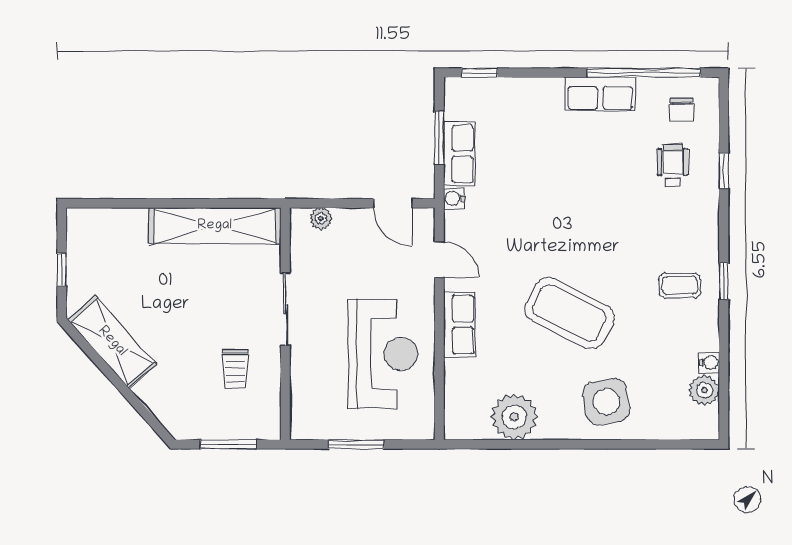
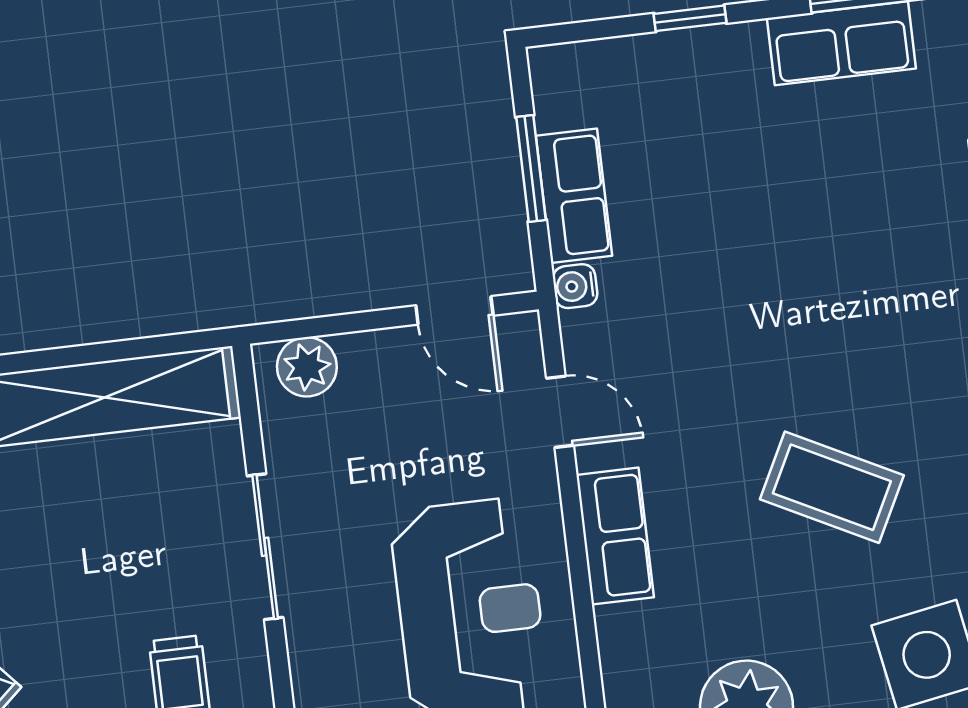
window: (480, 73) -> (690, 18), moved
plant: (321, 218) -> (307, 367), width x1.38, depth x1.38
coffee table: (569, 313) -> (832, 487), width x0.73, depth x0.76

